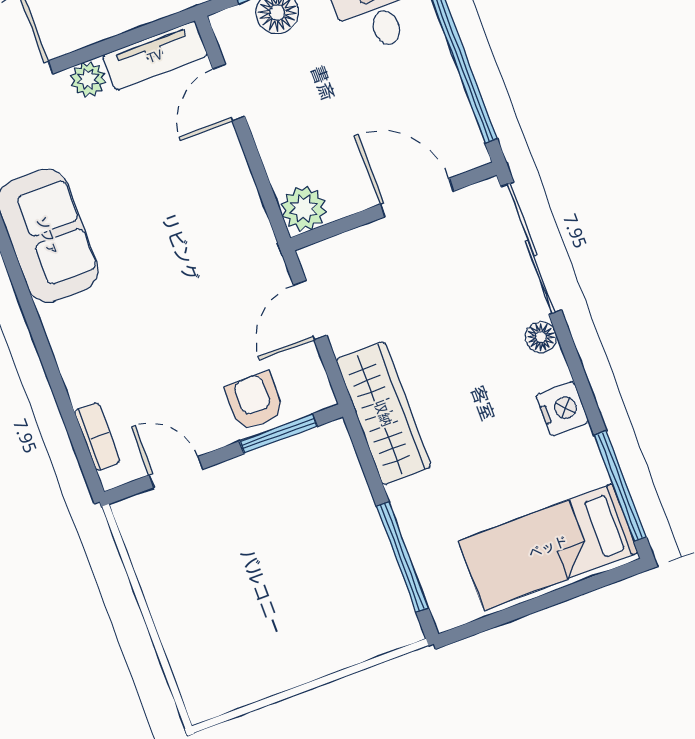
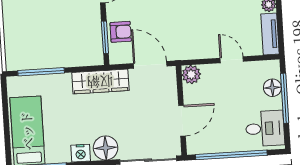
door: (229, 93) -> (232, 60), moved
door: (310, 310) -> (150, 65), width x1.38
floor lamp: (541, 337) -> (106, 148), width x1.89, depth x1.89

